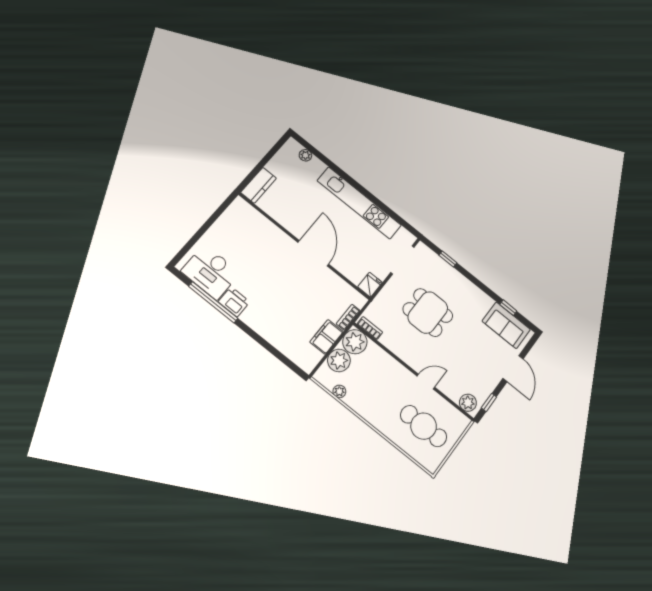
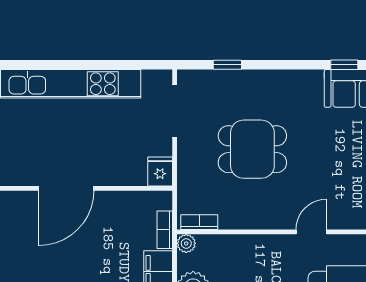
door: (313, 253) -> (66, 188), swing flipped
plant: (355, 342) -> (186, 243), width x0.53, depth x0.53

